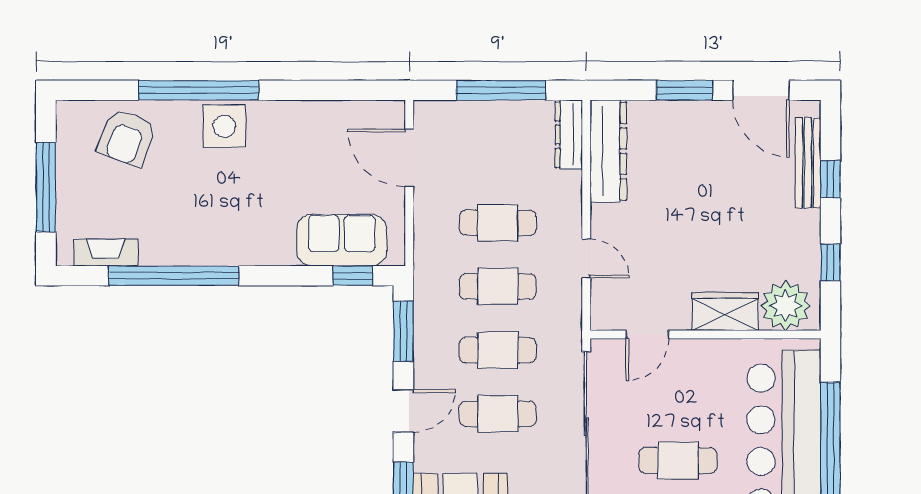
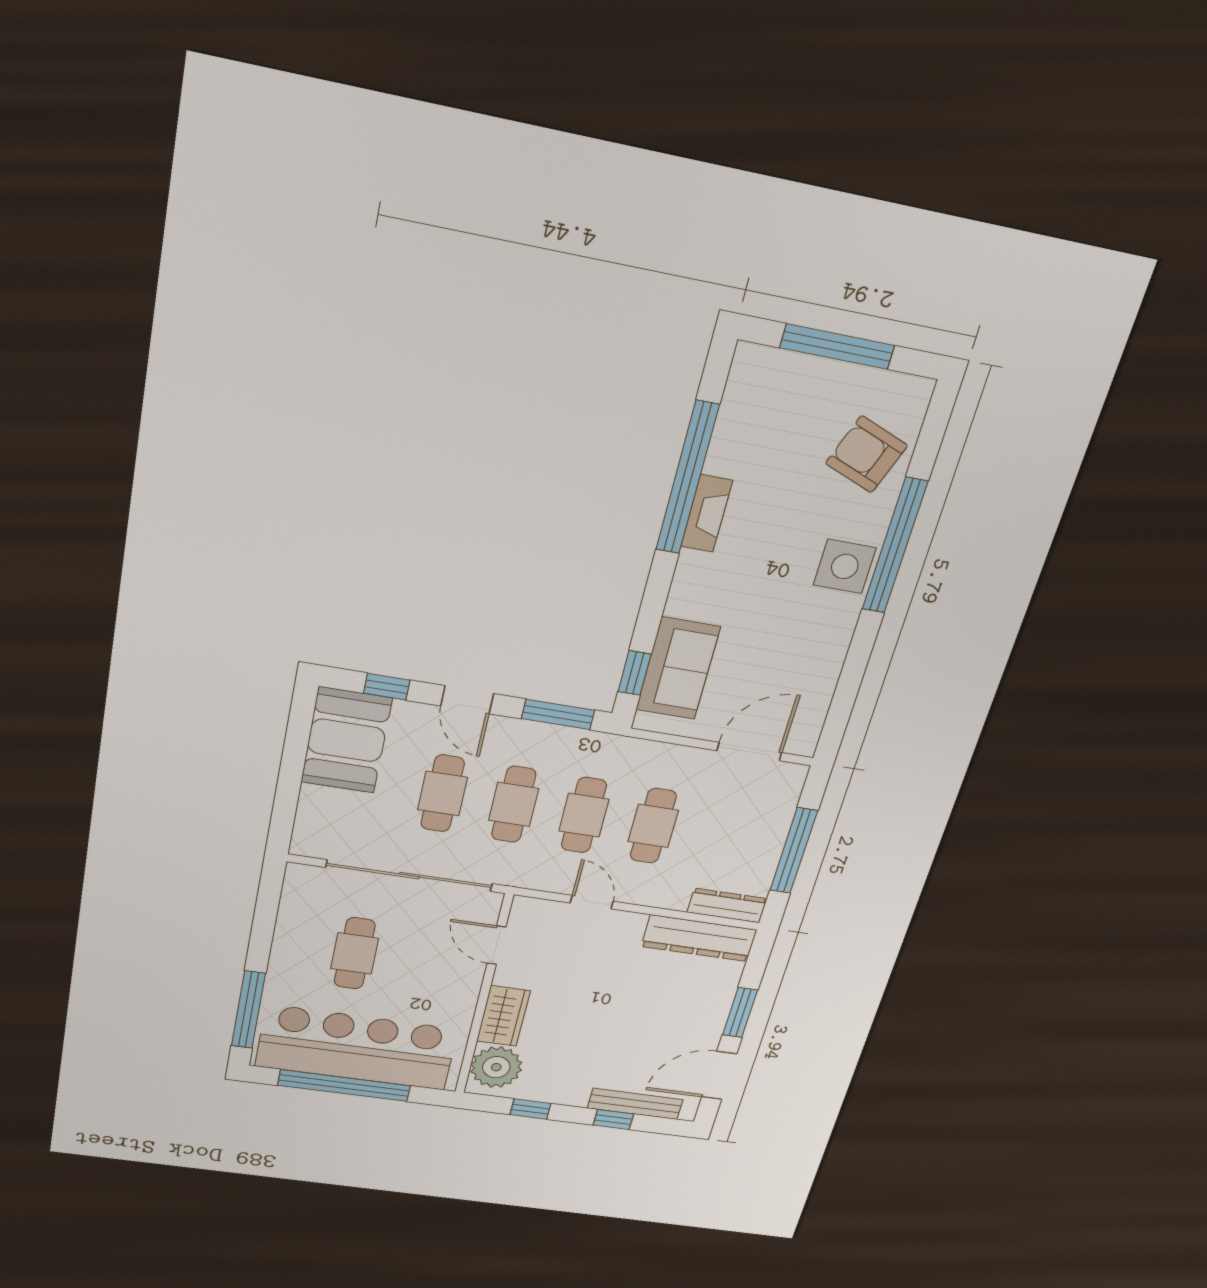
fireplace: (106, 252) -> (707, 513), moved
door: (586, 259) -> (592, 902), swing flipped

